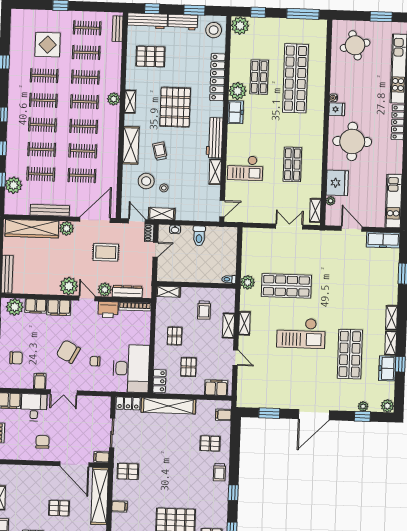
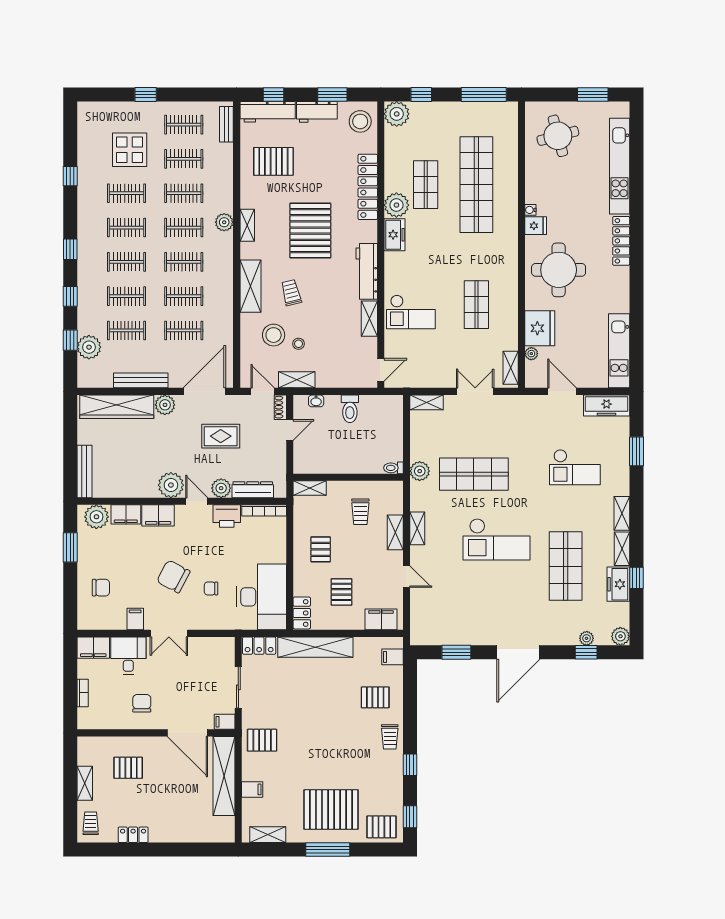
shelving: (254, 233) -> (427, 402), added
checkout: (359, 283) -> (575, 467), added
pallet: (59, 508) -> (128, 768), moved

